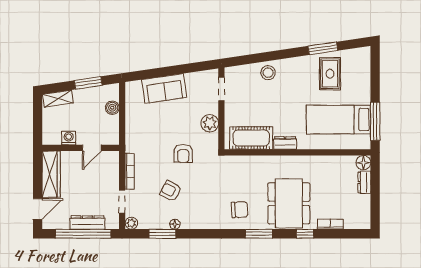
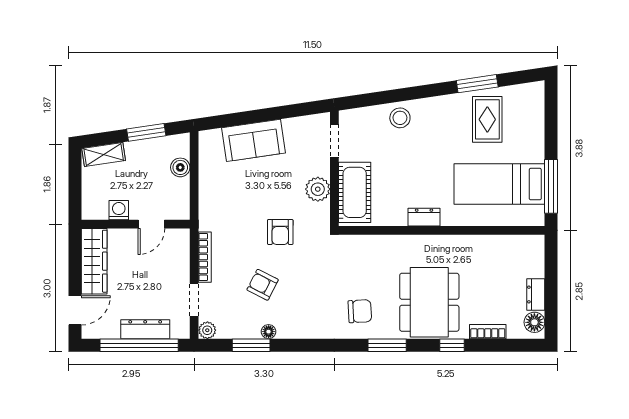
cot: (251, 138) -> (355, 192), moved, turned 90
floor lamp: (363, 163) -> (534, 322), moved
dresser: (364, 182) -> (536, 294), moved

